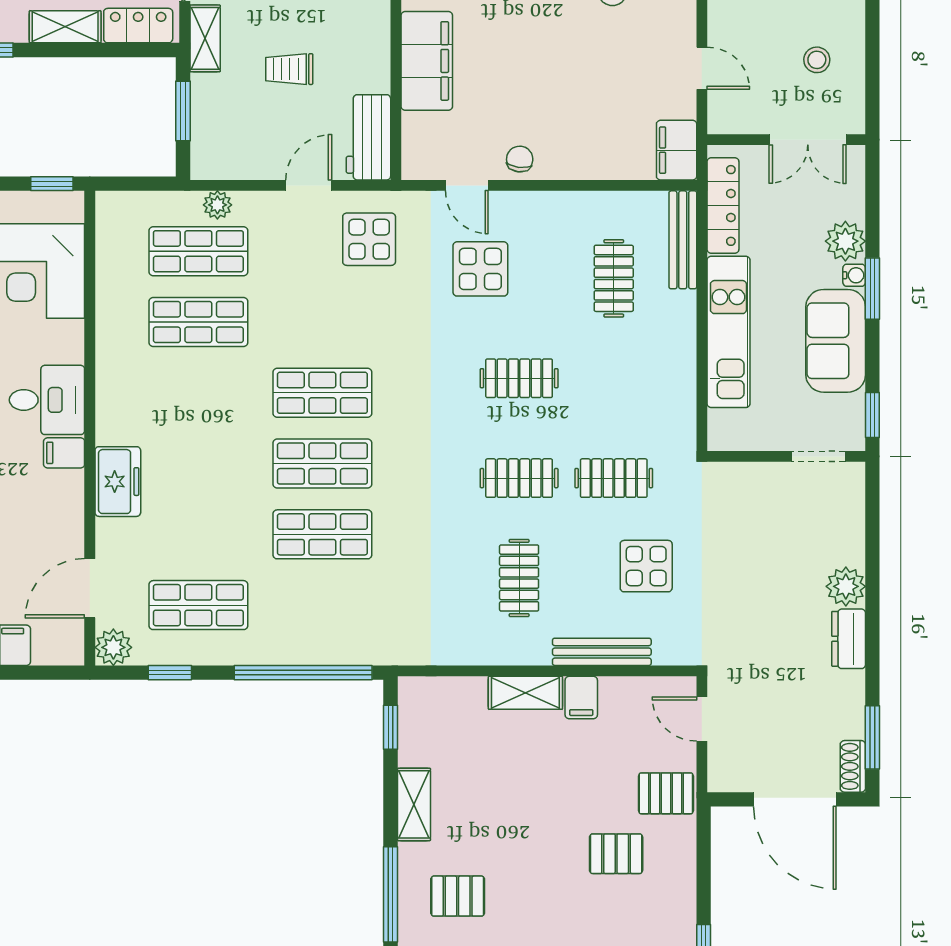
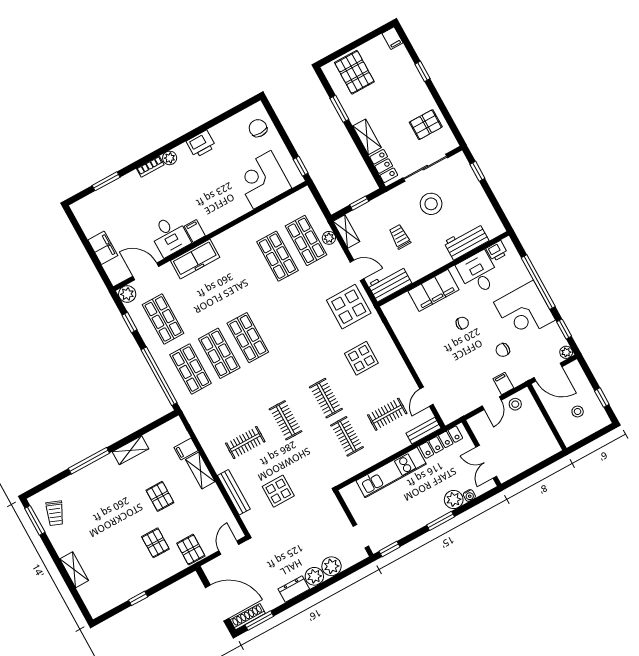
shelving: (205, 38) -> (346, 231), moved, turned 90
stool: (817, 60) -> (515, 404), moved
window: (183, 111) -> (359, 203), width x0.67
filing cabinet: (677, 150) -> (503, 383), moved, width x0.50
chair: (520, 159) -> (462, 323), moved
door: (467, 185) -> (426, 397), moved
display table: (369, 239) -> (349, 307), width x1.36, depth x1.36
bench: (683, 240) -> (423, 431), width x0.73
water cooler: (854, 275) -> (469, 495), moved
sofa: (836, 341) -> (411, 518), removed
shop shelf: (322, 393) -> (191, 369), moved
desk: (47, 400) -> (170, 236), moved
clothes rail: (614, 478) -> (347, 436), moved
freezer: (118, 482) -> (195, 259), width x1.40
plant: (845, 543) -> (332, 566), added
filing cabinet: (581, 698) -> (186, 449), moved
window: (391, 727) -> (156, 424), removed
shoe rack: (853, 766) -> (248, 617), width x1.43
door: (795, 799) -> (217, 603), swing flipped
pallet: (458, 896) -> (160, 496), moved

